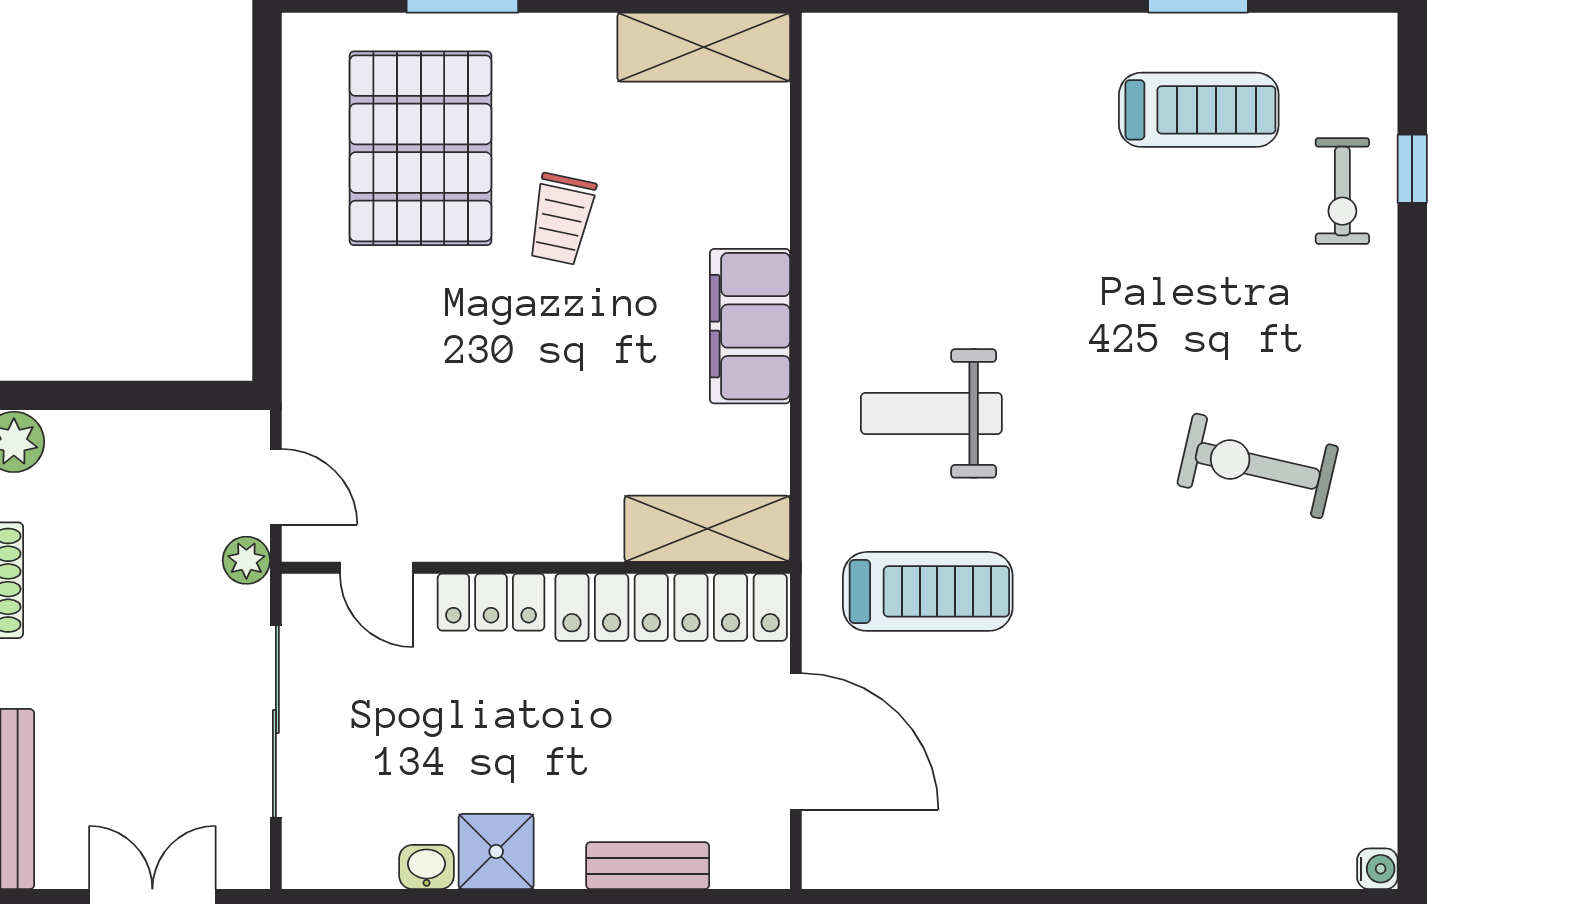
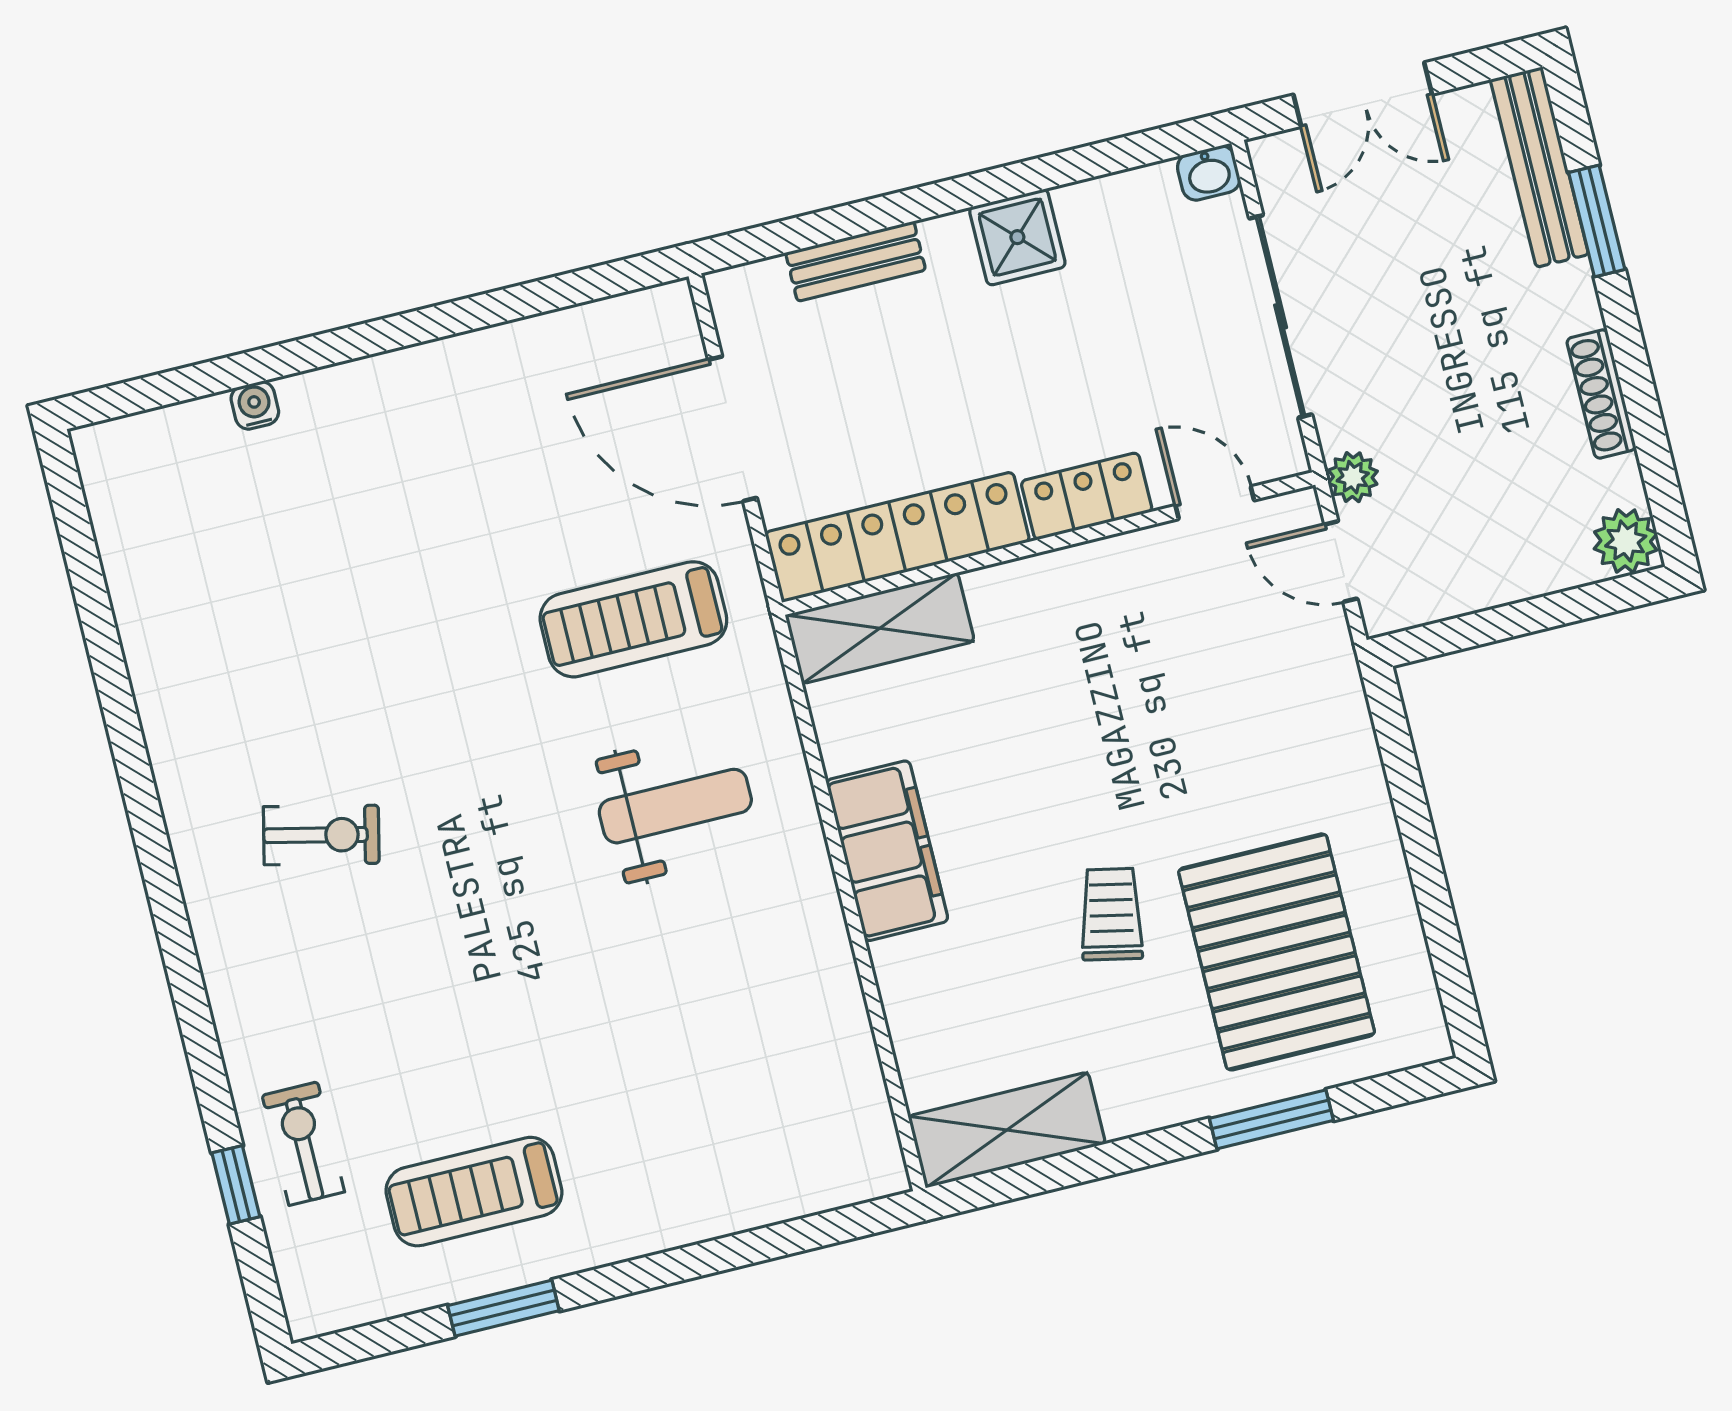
exercise bike: (1258, 466) -> (321, 835), width x0.73, depth x0.72
washbasin: (427, 867) -> (1209, 173), moved
water cooler: (1377, 869) -> (255, 405), moved, turned 90

